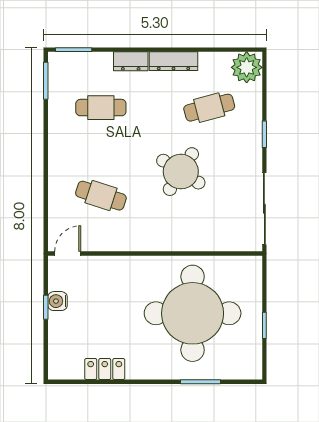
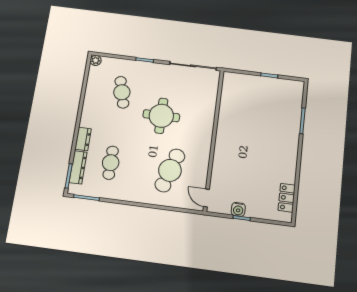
dresser: (173, 61) -> (78, 167), moved
plant: (247, 67) -> (96, 60), width x0.53, depth x0.53
round table: (181, 172) -> (161, 116), turned -32
cafe table: (101, 196) -> (170, 170), width x1.37, depth x1.35
round table: (193, 313) -> (256, 120), removed
locker: (105, 369) -> (287, 198), moved

